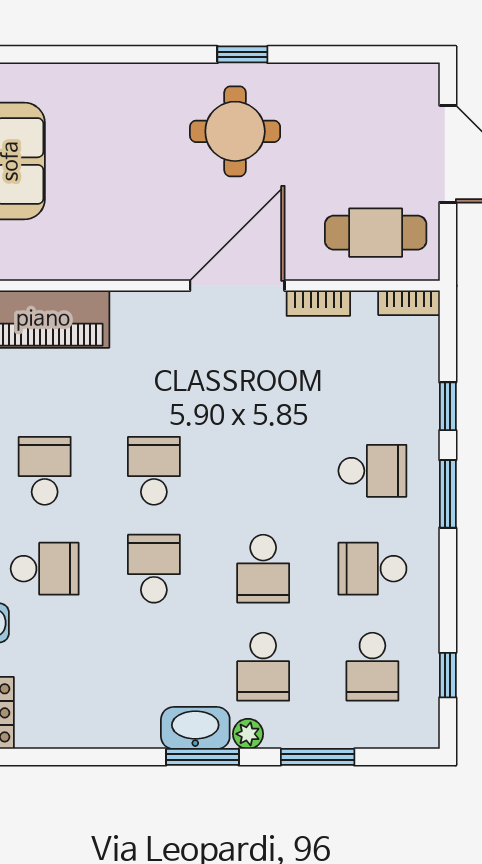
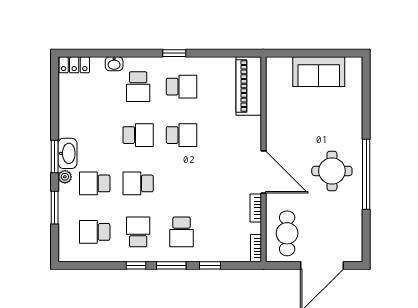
window: (242, 54) -> (366, 174), width x3.17
window: (448, 675) -> (136, 265), moved

